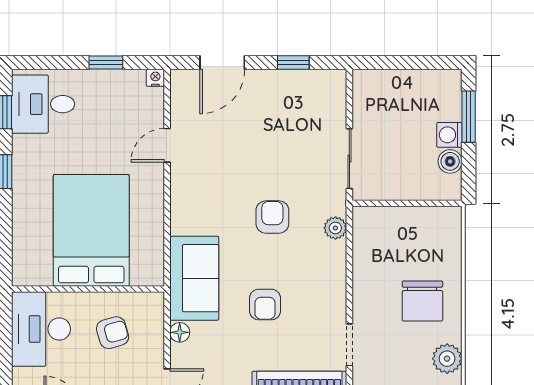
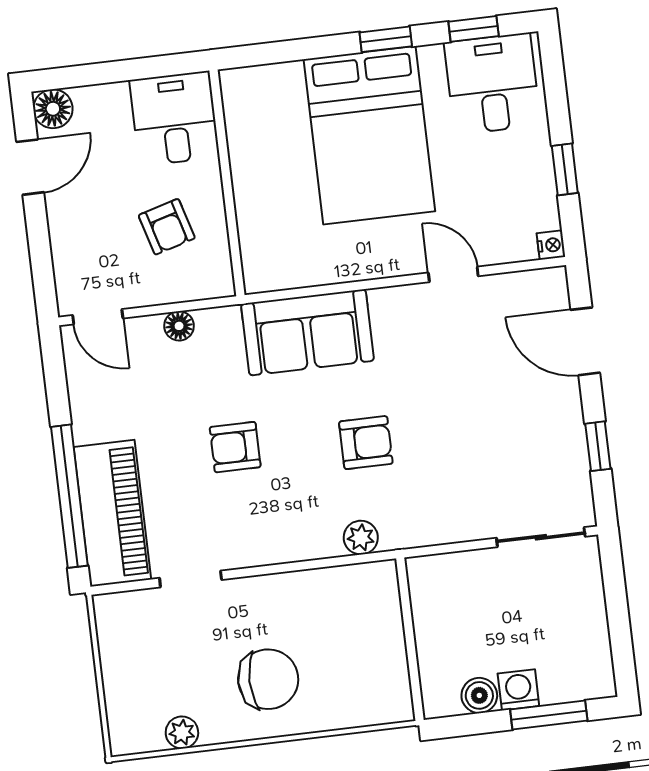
sliding door: (349, 159) -> (541, 537), moved
bed: (91, 230) -> (369, 135), moved, turned 90
sofa: (194, 278) -> (307, 332), moved
chair: (422, 301) -> (268, 679), turned 180
desk: (41, 329) -> (174, 119), width x0.73
plant: (447, 359) -> (182, 732), width x0.73, depth x0.73

